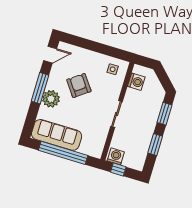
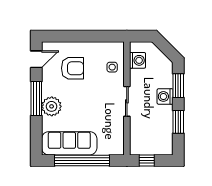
side table: (113, 69) -> (112, 67), moved
armchair: (79, 85) -> (72, 68), moved, turned 126
washing machine: (116, 156) -> (165, 96), moved, turned -90

